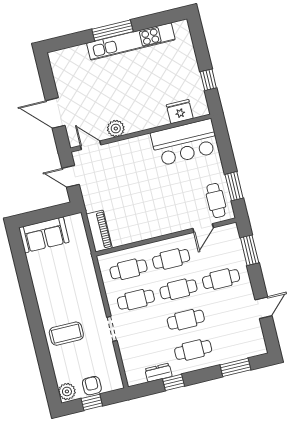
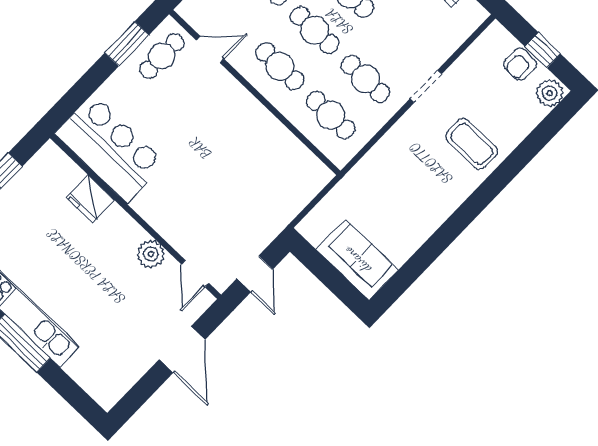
fridge: (180, 112) -> (90, 199), moved
piano: (99, 231) -> (304, 188), removed

